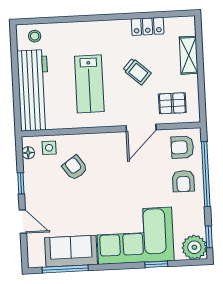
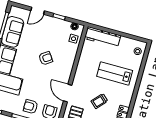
lab bench: (89, 84) -> (115, 73), moved
workbench: (34, 90) -> (103, 37), width x0.73, depth x0.76
armchair: (75, 168) -> (46, 58), moved

